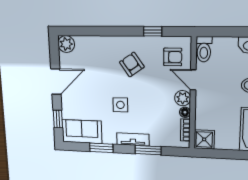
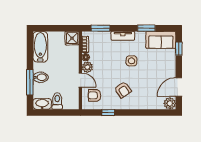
toilet: (204, 49) -> (57, 101), moved
door: (56, 82) -> (179, 87), moved
window: (148, 150) -> (100, 28), moved

